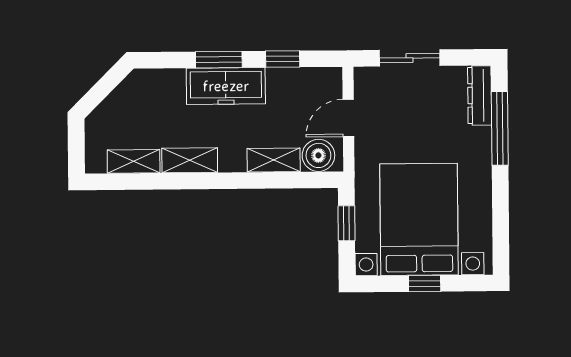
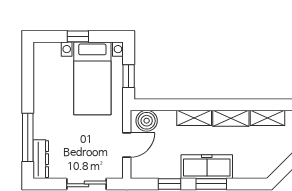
shelving: (274, 160) -> (194, 118), moved
bed with nightstands: (419, 219) -> (92, 78), width x0.73

